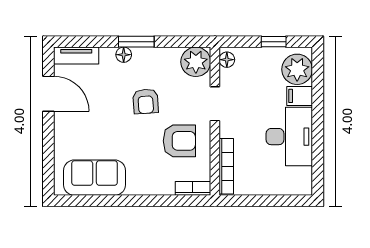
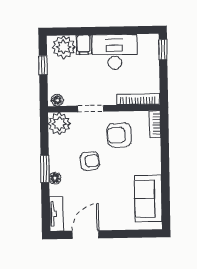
armchair: (179, 141) -> (119, 135), turned -93
window: (291, 201) -> (163, 50), added

